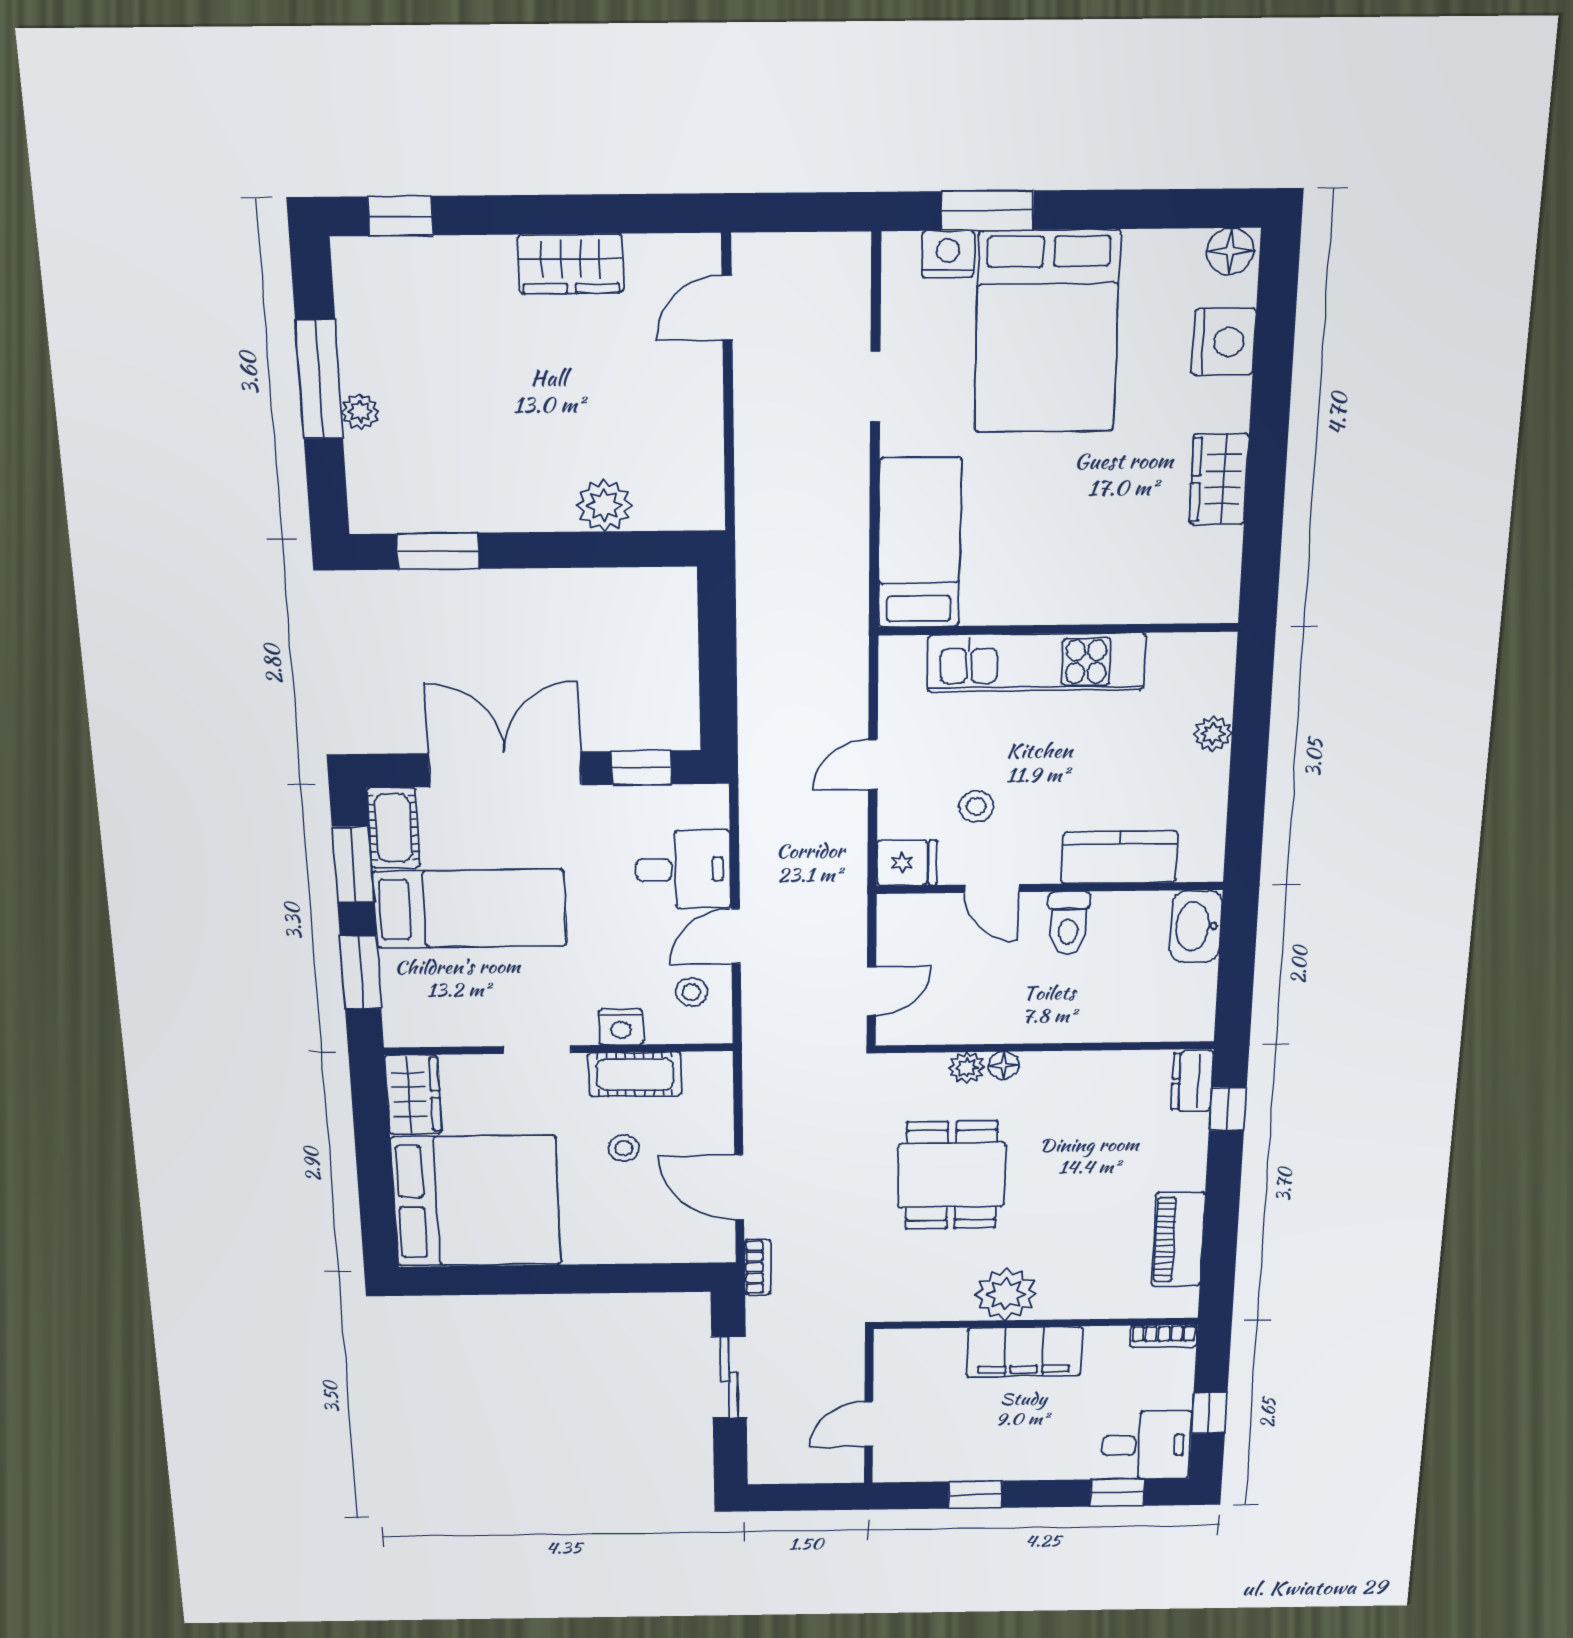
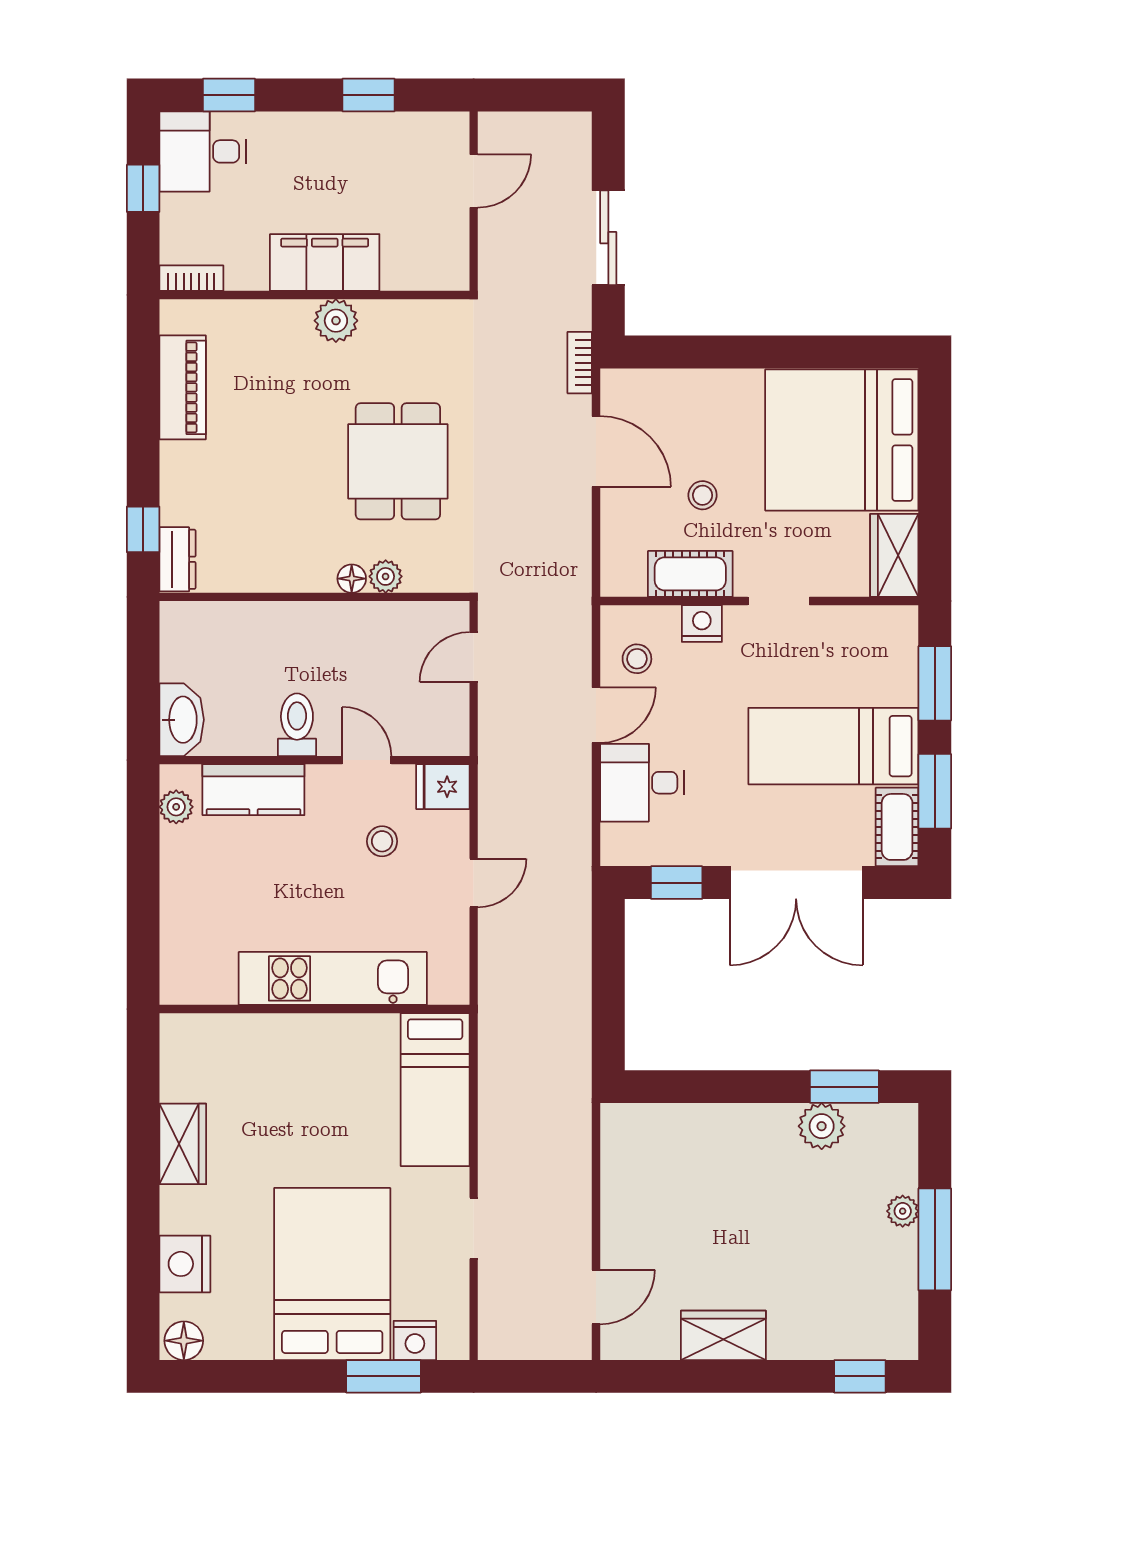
plant: (604, 506) -> (822, 1126), moved
plant: (1213, 734) -> (176, 807), moved
plant: (1006, 1294) -> (336, 321), width x0.73, depth x0.73

